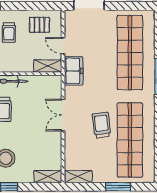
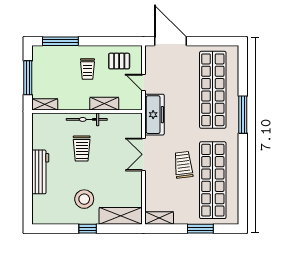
shelving: (48, 66) -> (104, 104), moved
freezer: (74, 71) -> (154, 115), width x1.40
shelving: (48, 177) -> (121, 216), width x1.50, depth x1.33

